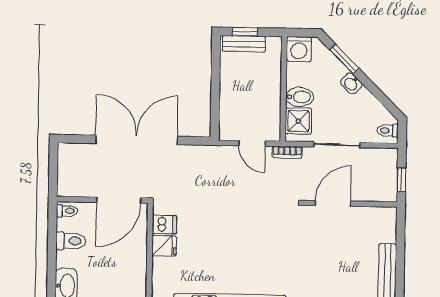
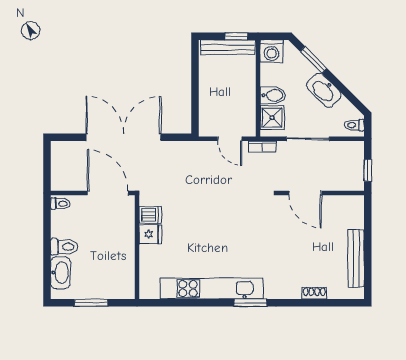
window: (245, 32) -> (236, 36), moved
bench: (244, 44) -> (228, 47), width x1.36
washbasin: (351, 83) -> (324, 90), width x1.91, depth x1.45
door: (119, 200) -> (108, 193), swing flipped
door: (333, 203) -> (305, 193), swing flipped
toilet: (71, 241) -> (64, 247), moved

